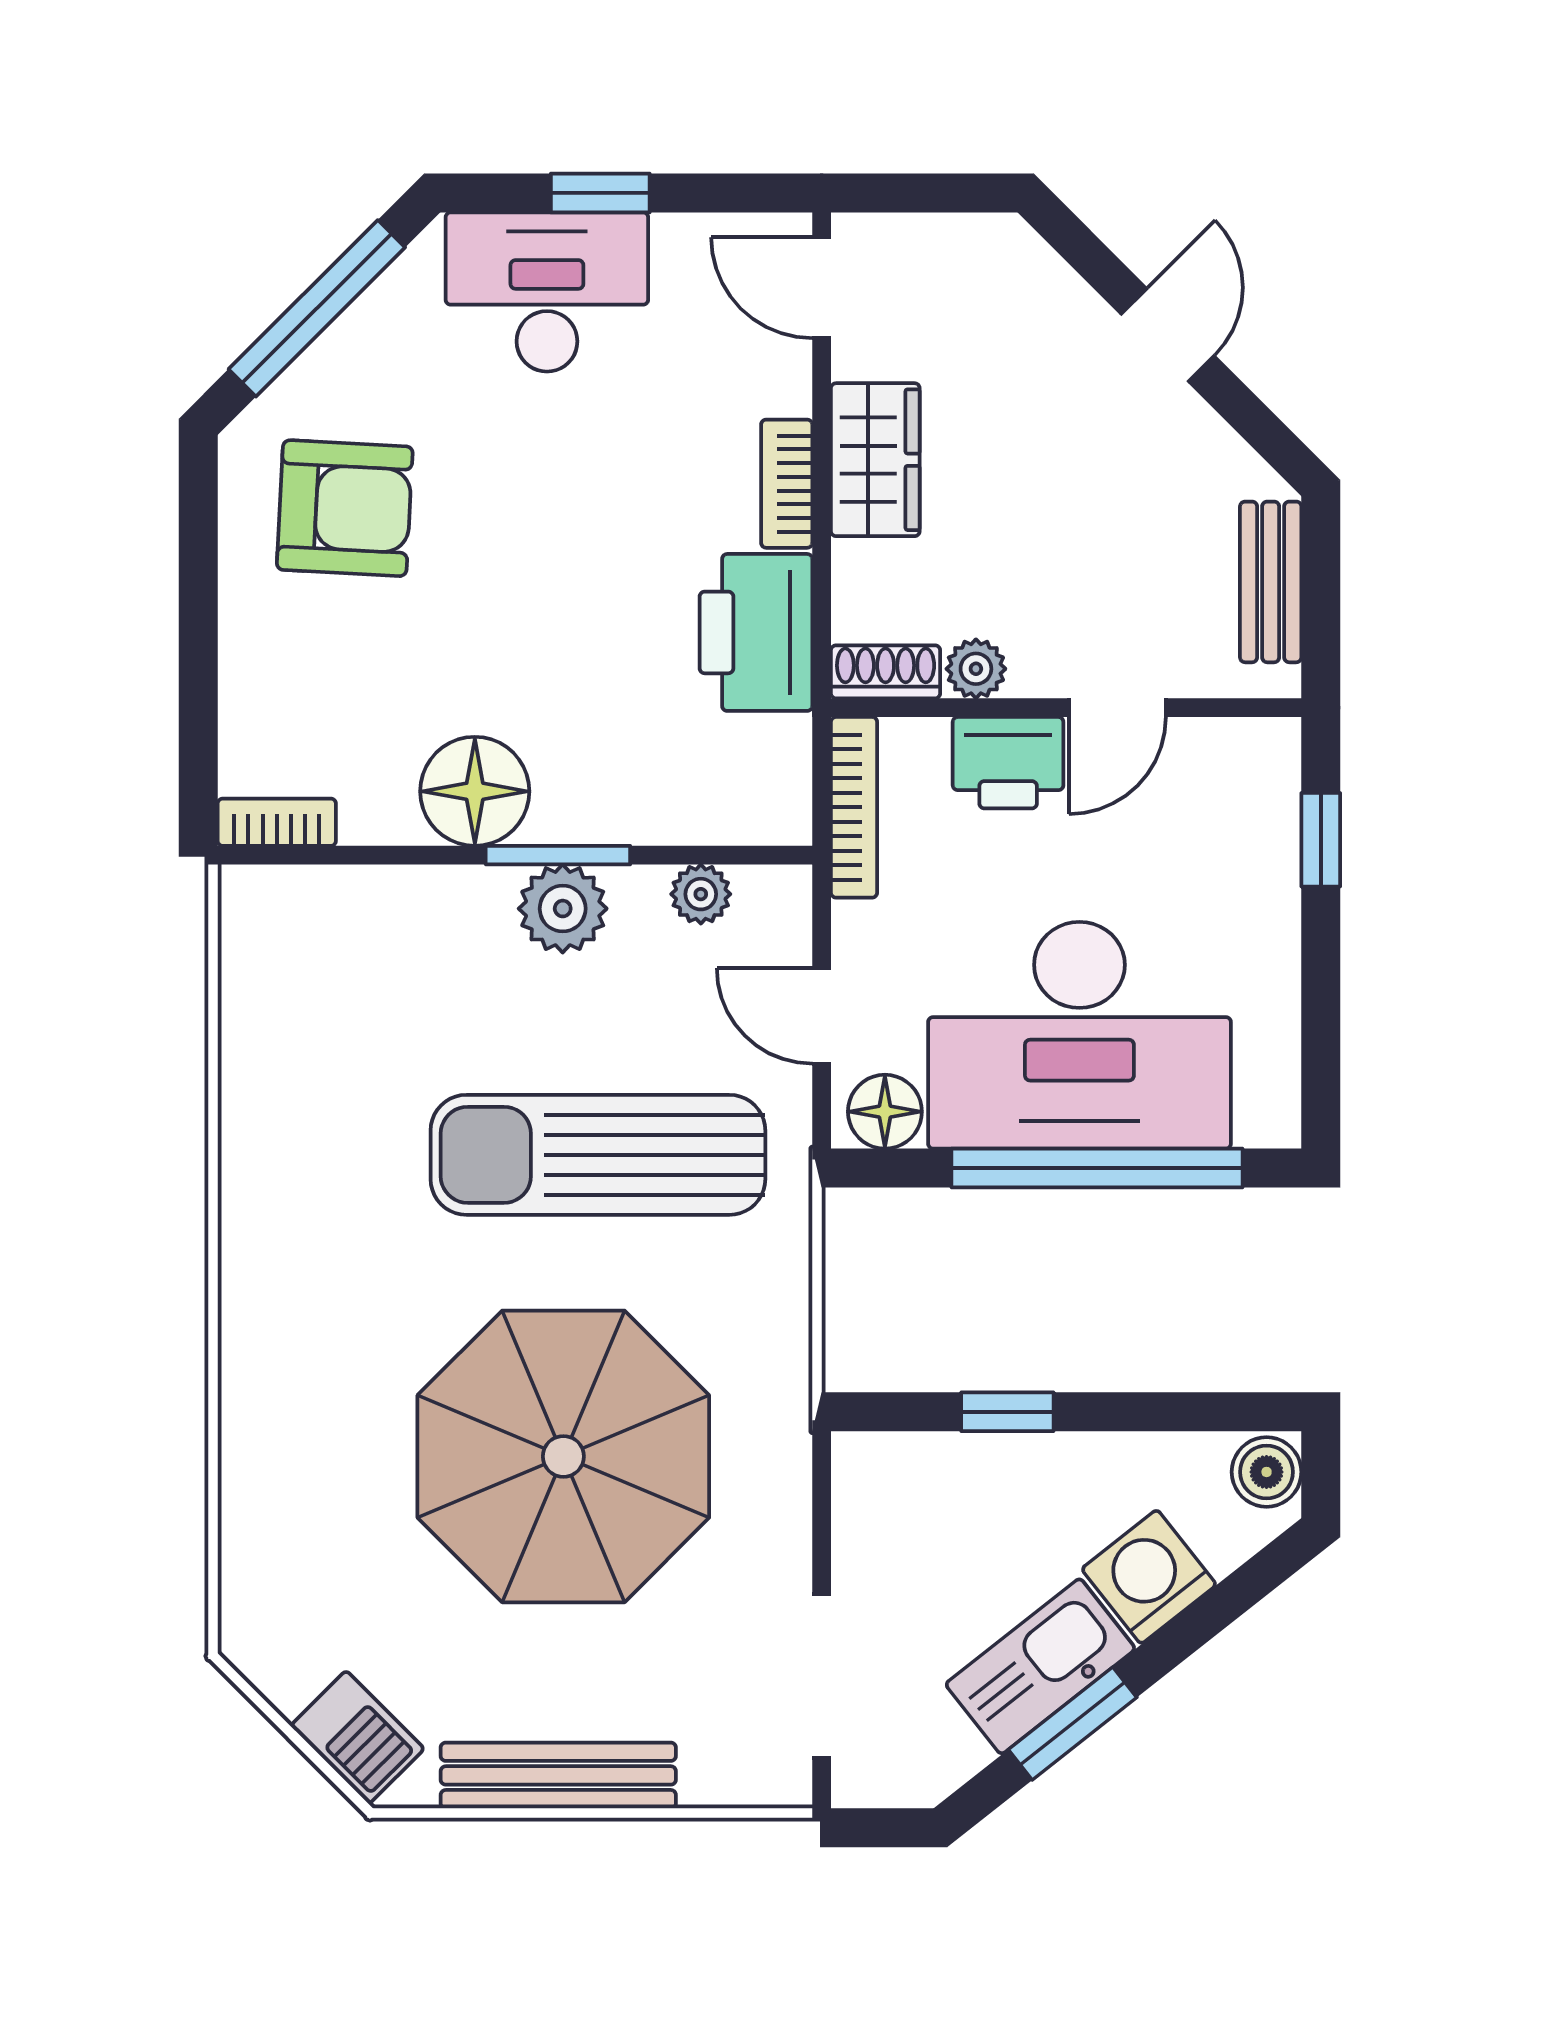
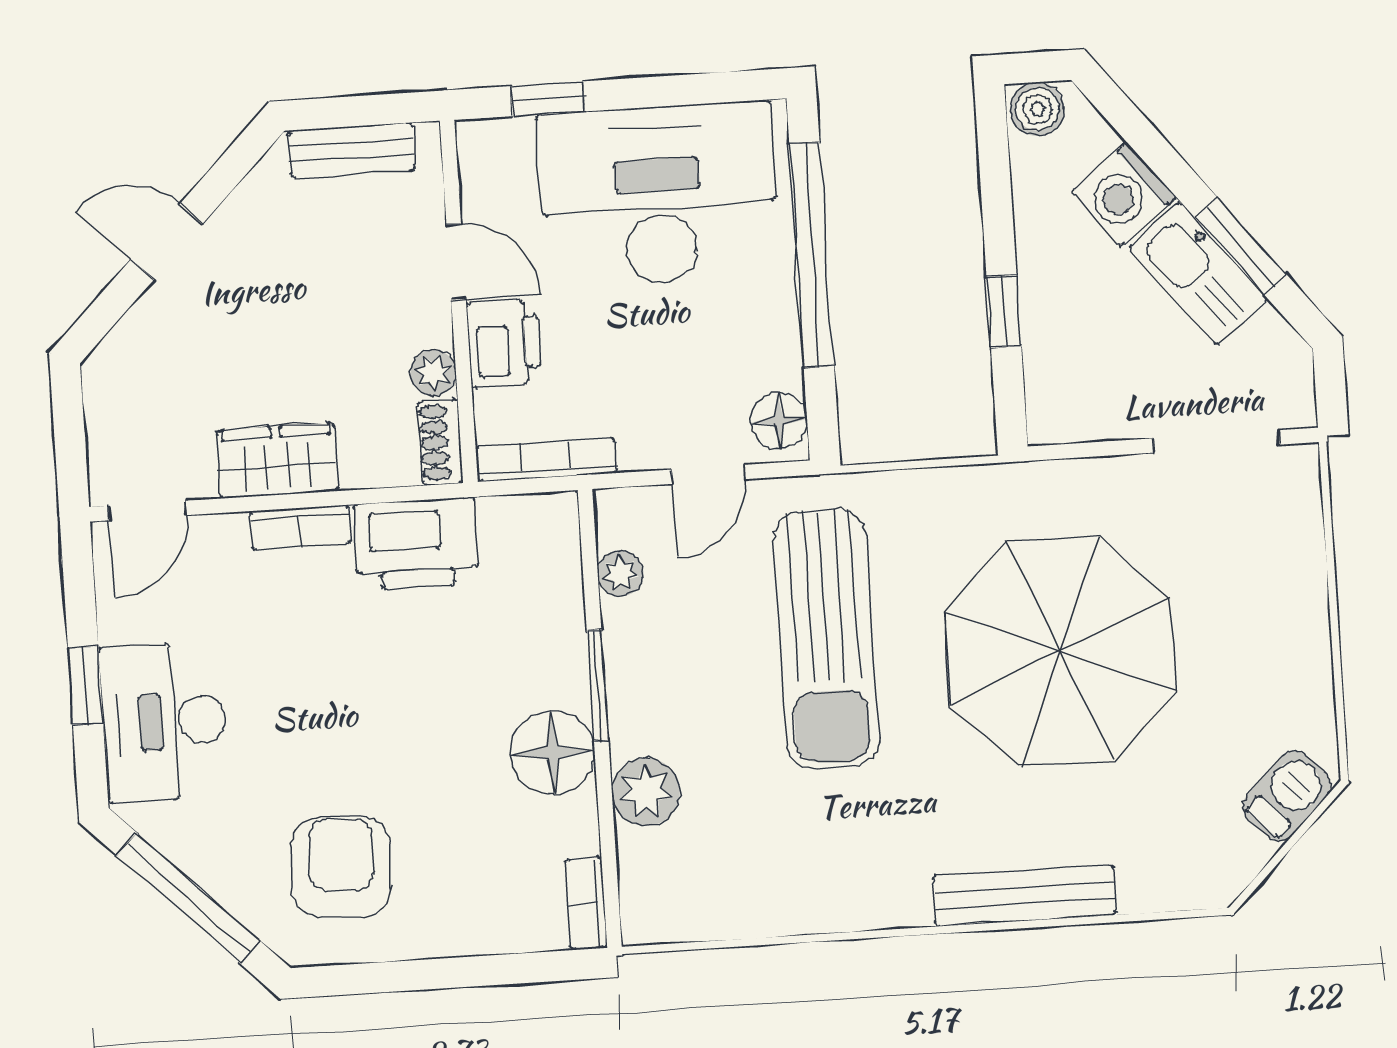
plant: (563, 909) -> (646, 792), moved
desk: (1079, 1035) -> (658, 194), moved, turned -90
bench: (558, 1775) -> (1024, 895), moved, turned 90

